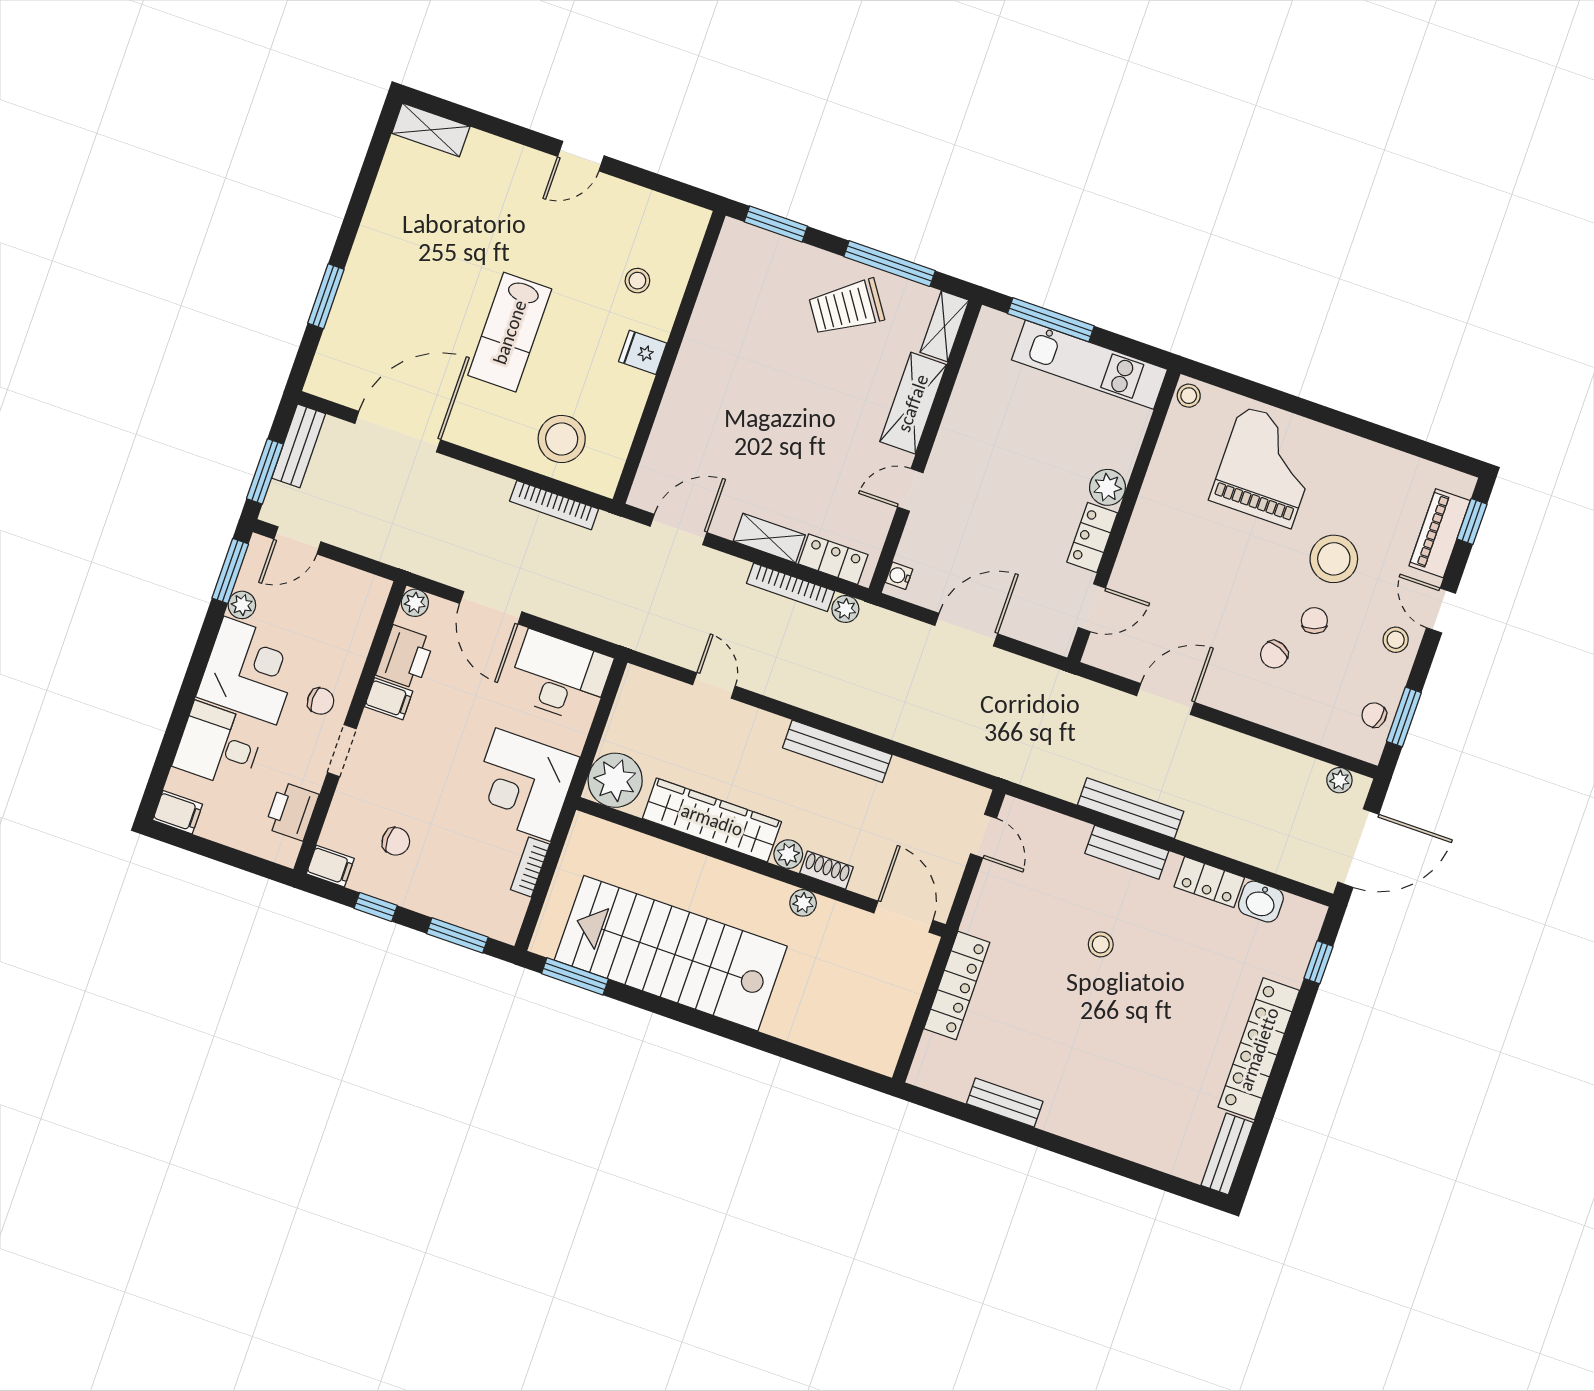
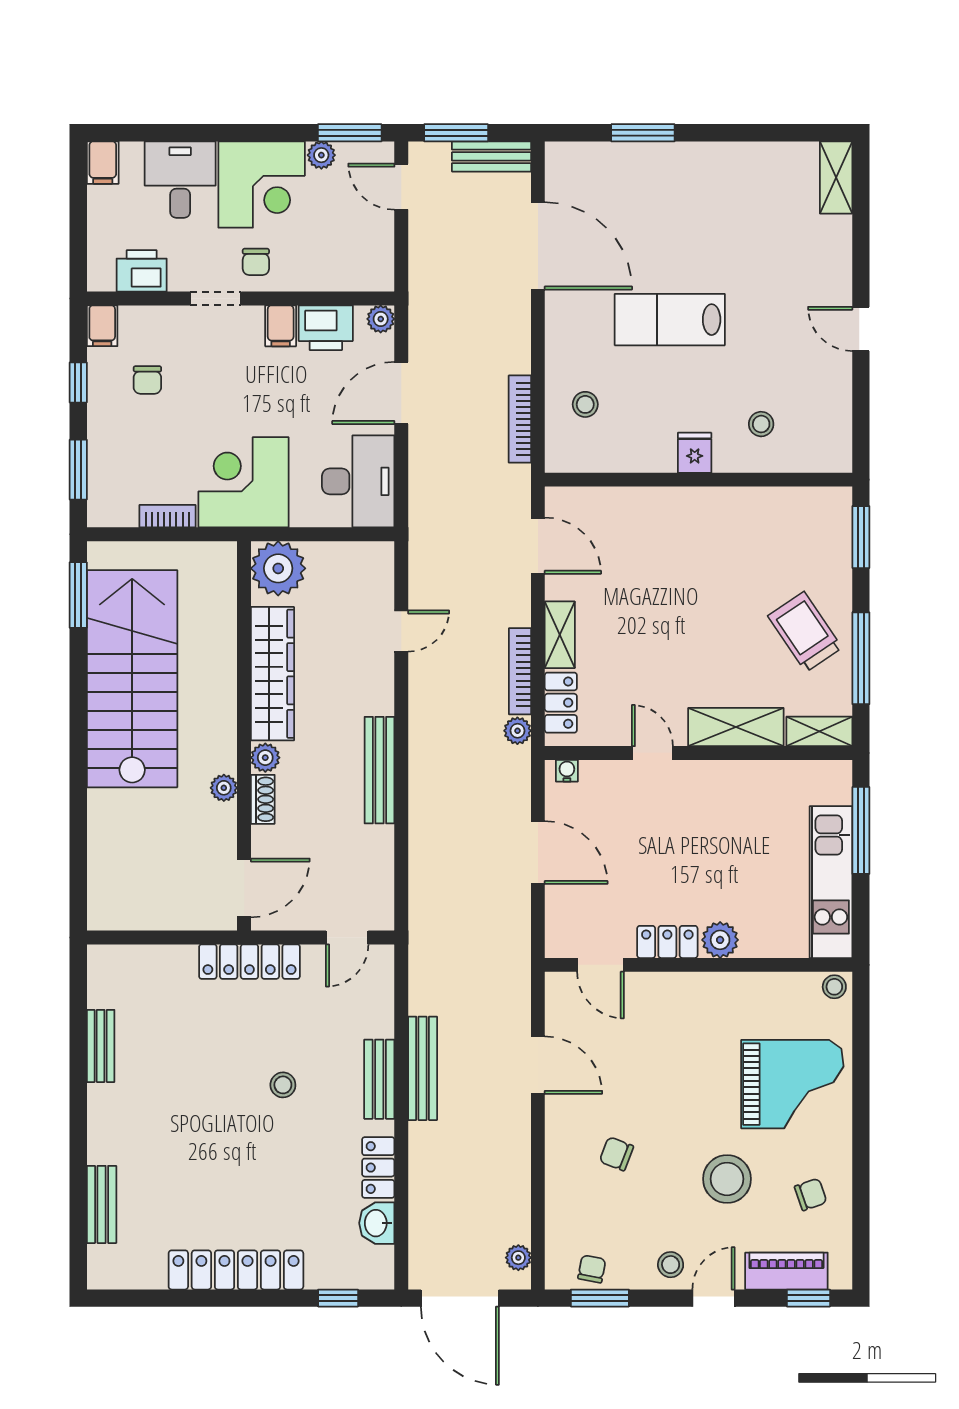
stool: (562, 439) -> (585, 404), width x0.53, depth x0.53
chair: (1314, 621) -> (811, 1194), moved
locker: (957, 985) -> (249, 962), moved
bench: (1227, 1154) -> (102, 1204), moved, turned 90

